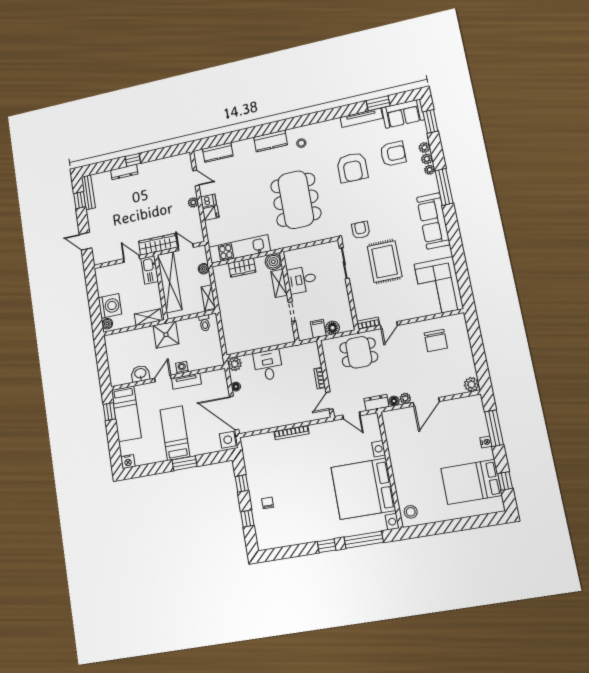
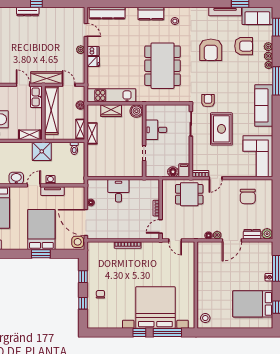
kitchen counter: (218, 152) -> (107, 13), width x1.50
shelving: (279, 283) -> (92, 133), moved
filing cabinet: (318, 329) -> (184, 170), moved
plant: (235, 364) -> (93, 185), removed
dresser: (376, 403) -> (252, 234), moved
bed: (175, 433) -> (41, 229), width x1.50
bed with nightstands: (363, 489) -> (155, 308), moved, turned 90

